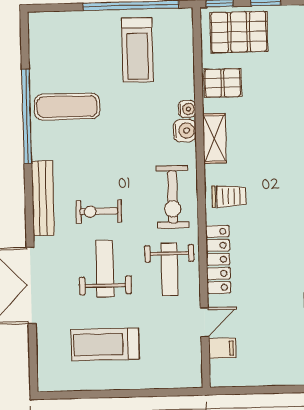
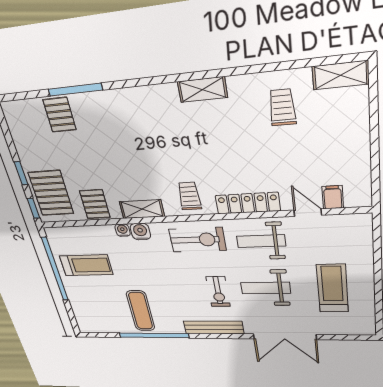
weight bench: (170, 269) -> (261, 241), turned 180
treadmill: (105, 344) -> (332, 288), turned 180

